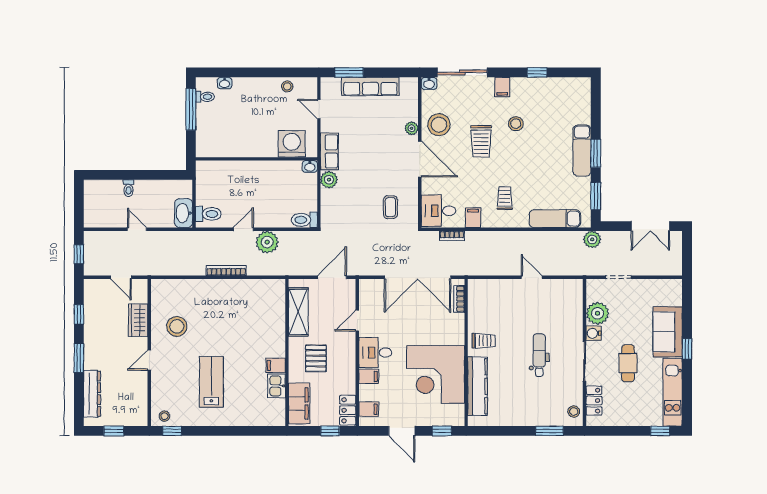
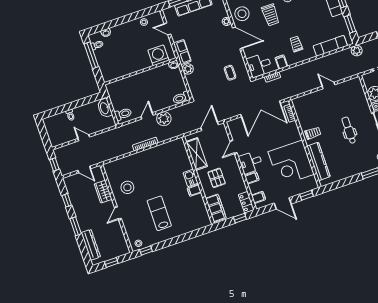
washbasin: (184, 213) -> (105, 108), moved
kitchen sink: (277, 386) -> (191, 178), moved

